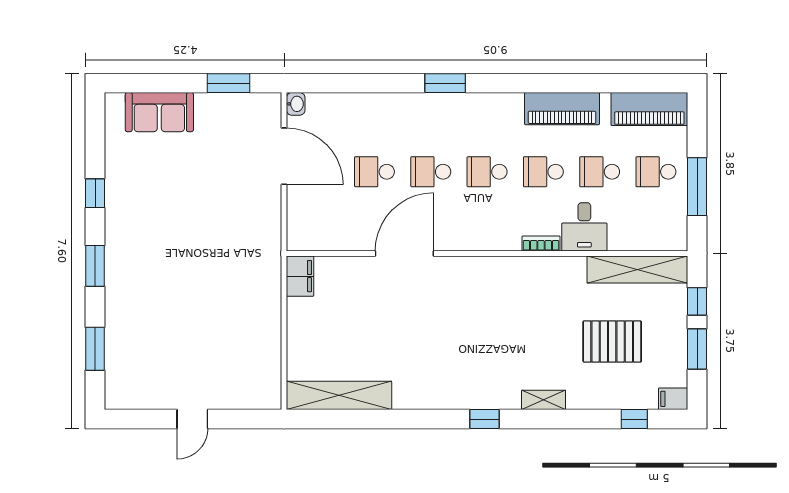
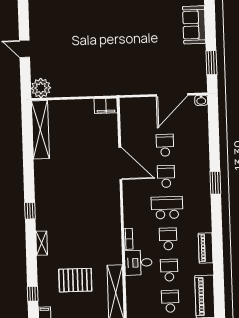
piano: (562, 109) -> (206, 248), width x0.73, depth x0.75
school desk: (487, 172) -> (167, 208), width x1.85
pallet: (612, 341) -> (75, 280), turned 90
plant: (264, 392) -> (41, 88), added

